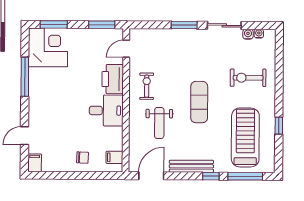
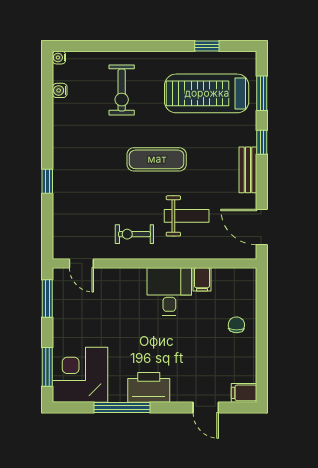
window: (184, 25) -> (47, 181), width x0.67
sliding door: (224, 25) -> (47, 124), removed
water cooler: (259, 34) -> (59, 58), moved
printer: (113, 79) -> (149, 387), moved, turned 180
window: (279, 126) -> (207, 46), moved
filing cabinet: (114, 157) -> (202, 279), moved
bench: (191, 166) -> (248, 170), width x0.73
window: (245, 176) -> (262, 93), width x0.69

